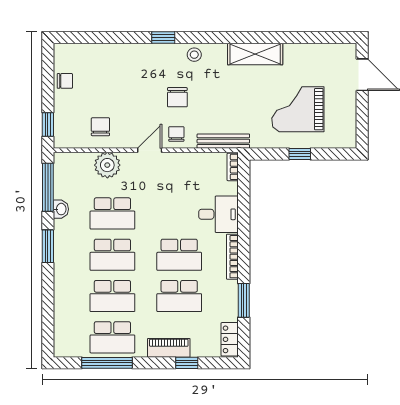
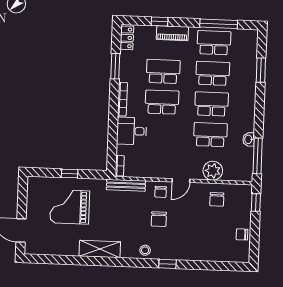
chair: (177, 97) -> (159, 219), turned 180
grand piano: (298, 109) -> (70, 207), turned 180
window: (48, 246) -> (261, 70), moved

